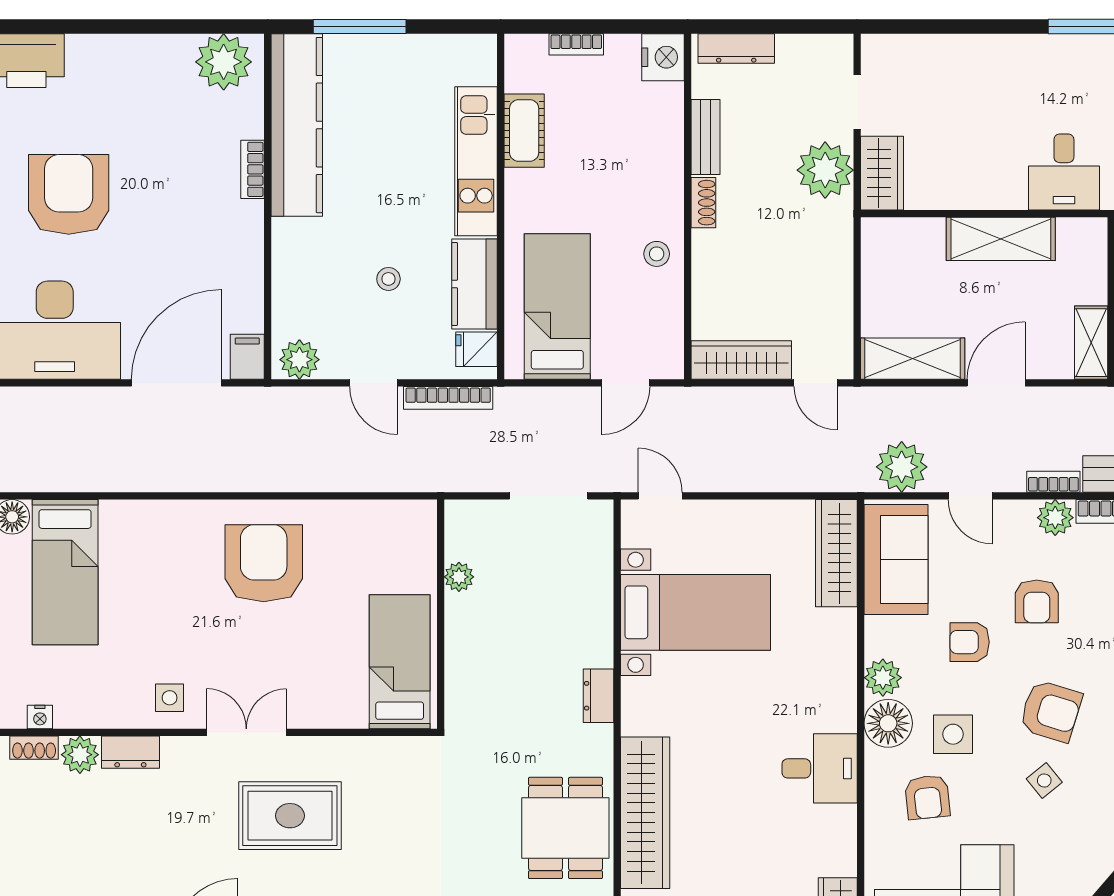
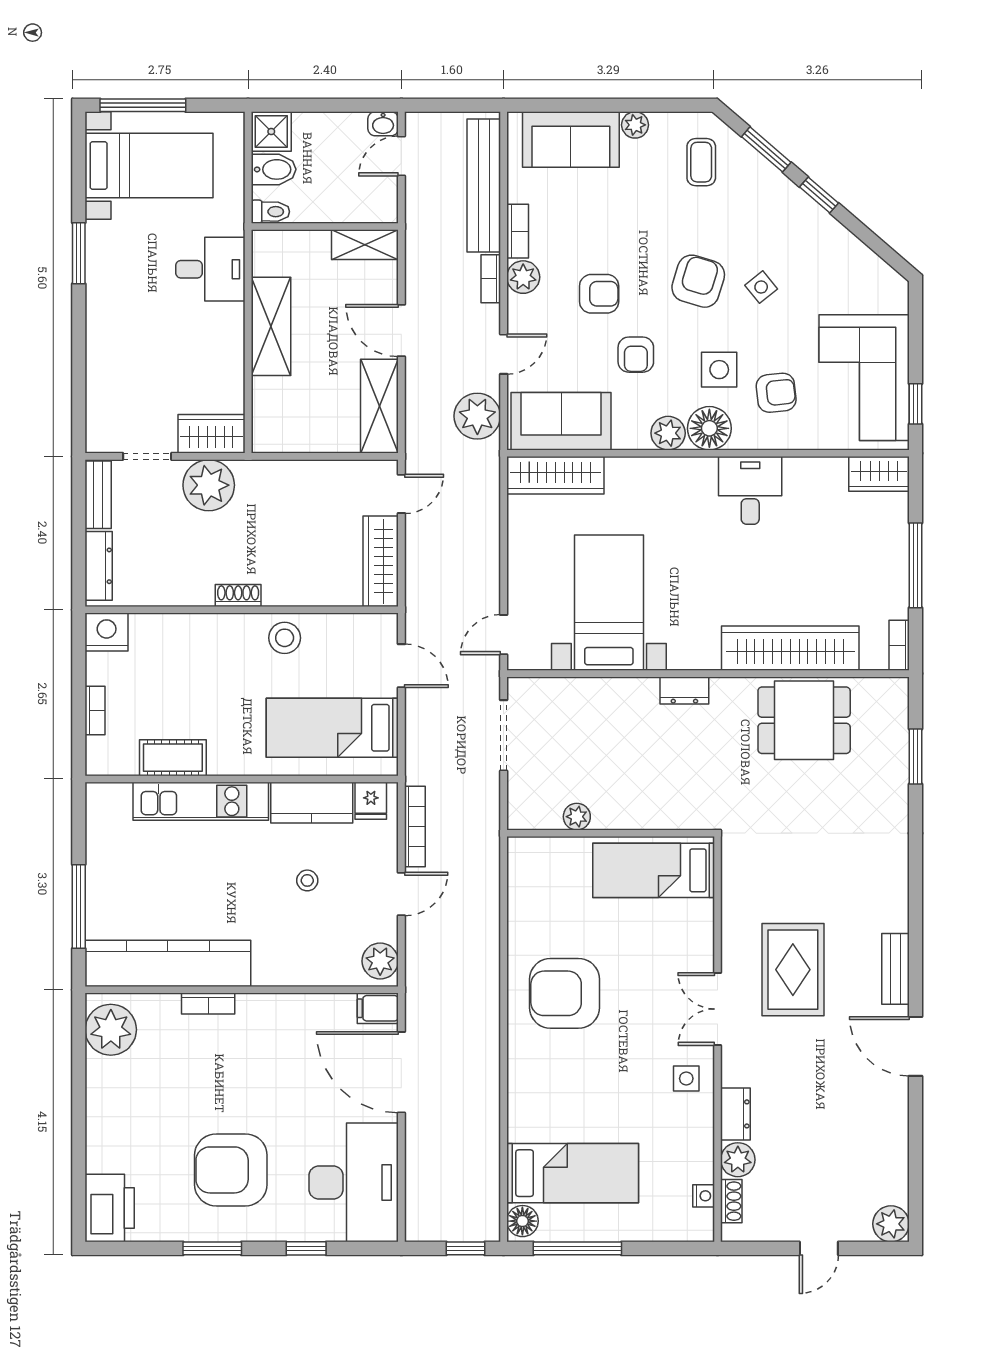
bench: (706, 137) -> (98, 495), moved, turned 90
stool: (657, 254) -> (285, 638), width x1.37, depth x1.37

